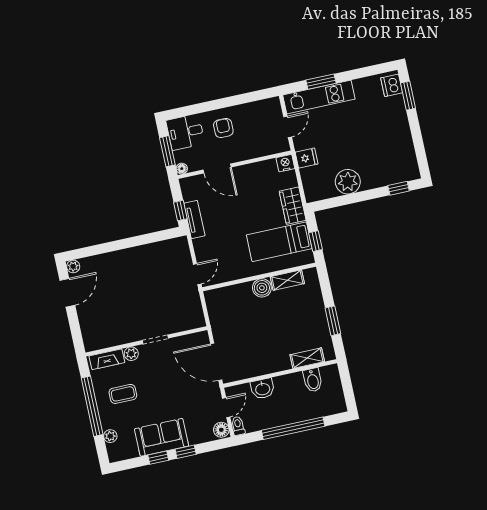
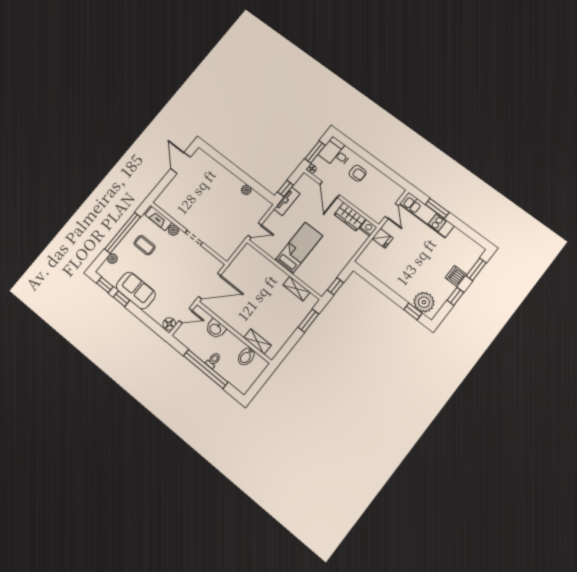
dishwasher: (392, 85) -> (456, 276), moved
door: (288, 127) -> (392, 211), hinge flipped
armchair: (223, 128) -> (358, 173), turned 90
window: (417, 137) -> (455, 296), added
plant: (348, 182) -> (424, 302), moved
wardrobe: (293, 206) -> (350, 217), moved, turned -90
bed: (279, 242) -> (299, 248), moved, turned 90
plant: (73, 266) -> (246, 190), moved
boiler: (262, 288) -> (279, 277), removed
door: (67, 293) -> (181, 163), swing flipped
window: (333, 321) -> (308, 321), moved
door: (216, 362) -> (210, 286), swing flipped
toilet: (238, 426) -> (213, 360), moved
window: (186, 452) -> (105, 285), moved

